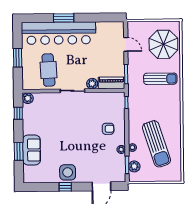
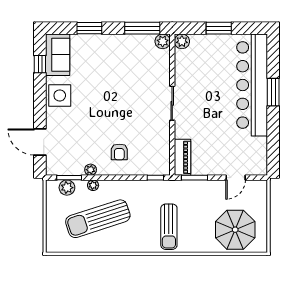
cafe table: (48, 70) -> (201, 70), removed
sun lounger: (160, 79) -> (169, 227), moved
plant: (92, 84) -> (182, 41), moved
window: (18, 113) -> (142, 28), width x2.17
sofa: (32, 150) -> (58, 55), moved, turned -90
window: (65, 187) -> (40, 64), moved

